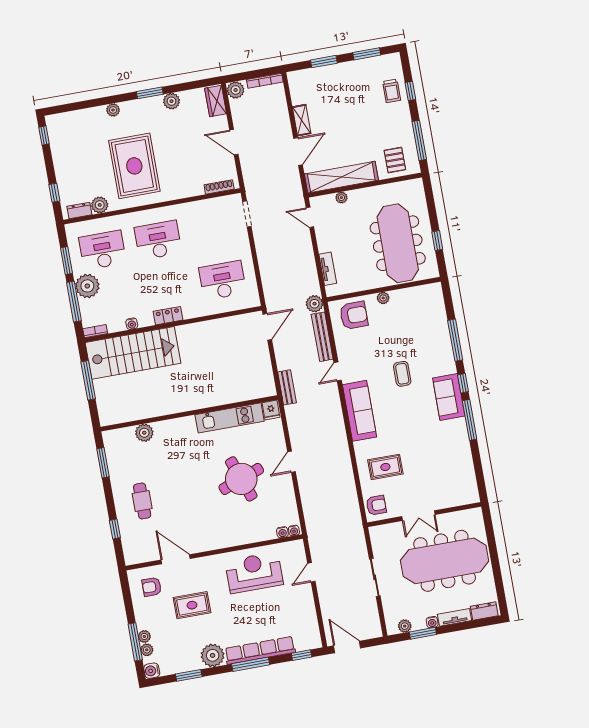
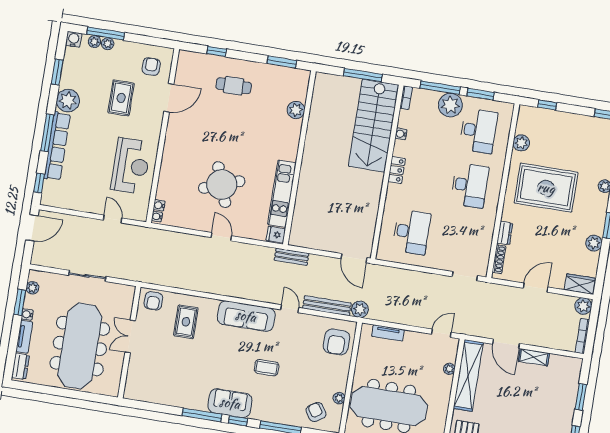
dresser: (79, 210) -> (505, 233), moved
plant: (383, 298) -> (339, 398), moved
armchair: (428, 311) -> (316, 412), added

